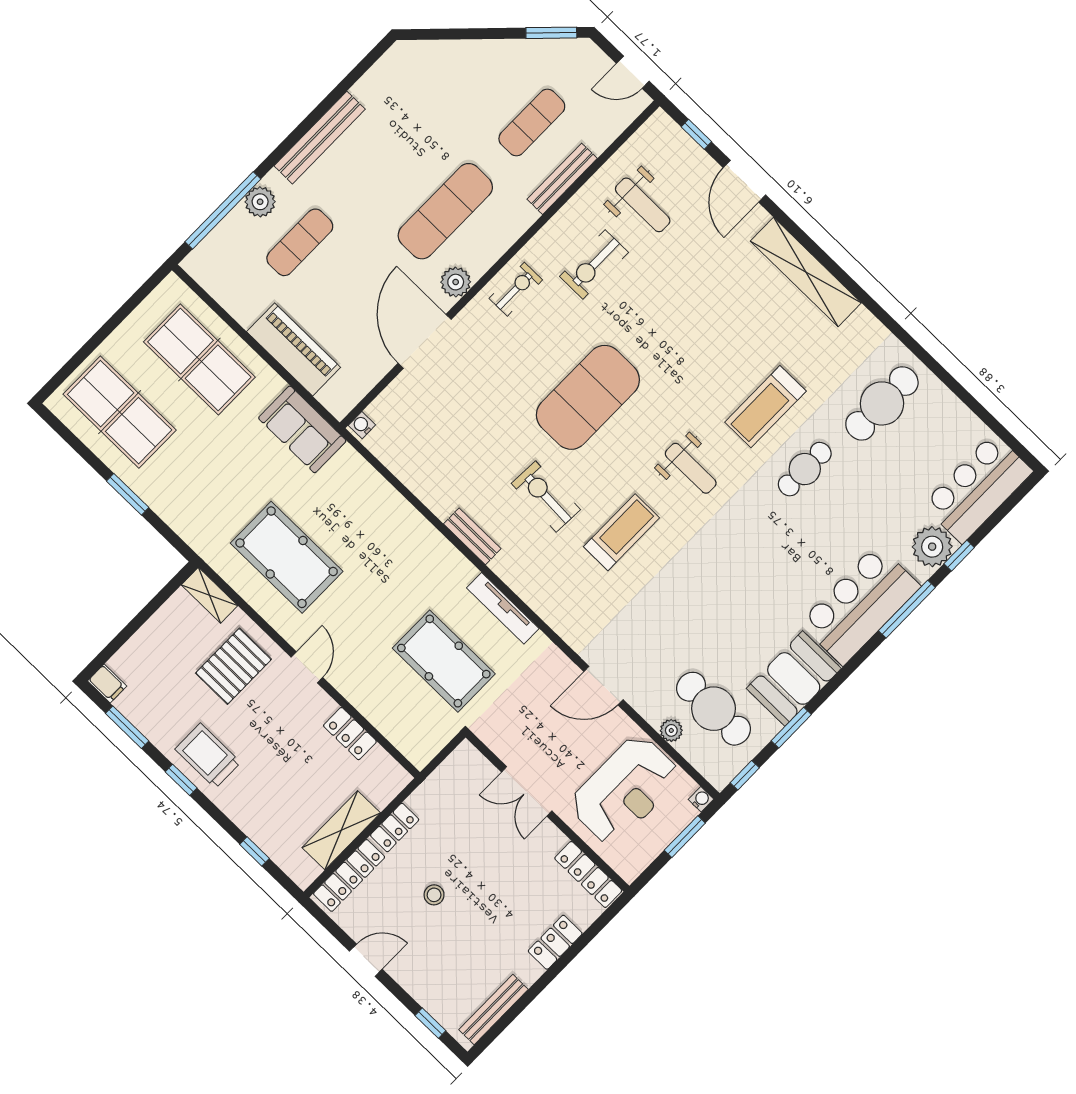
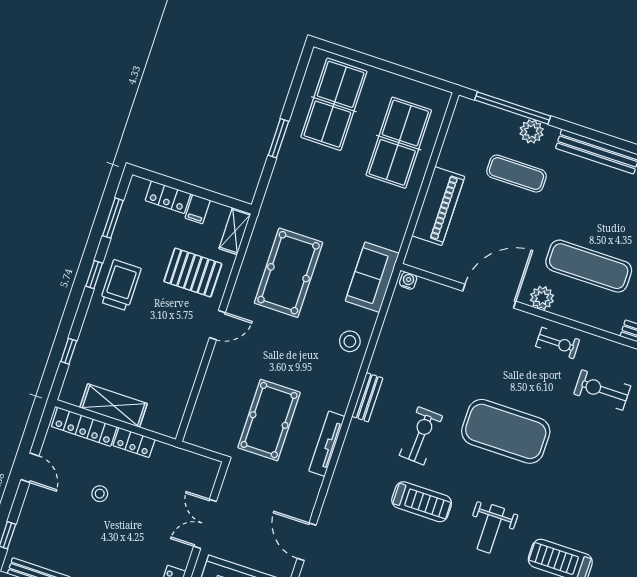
sofa: (302, 429) -> (372, 277), moved
stool: (399, 525) -> (350, 341), added
filing cabinet: (107, 684) -> (198, 209), moved
locker: (350, 734) -> (168, 197), moved, turned -90

